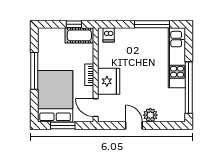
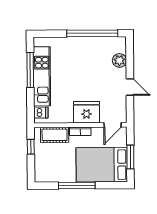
cot: (79, 35) -> (55, 135), moved, turned 90
kitchen unit: (177, 58) -> (42, 76), moved, turned -90
plant: (150, 115) -> (119, 60), moved
door: (134, 126) -> (130, 87), swing flipped

